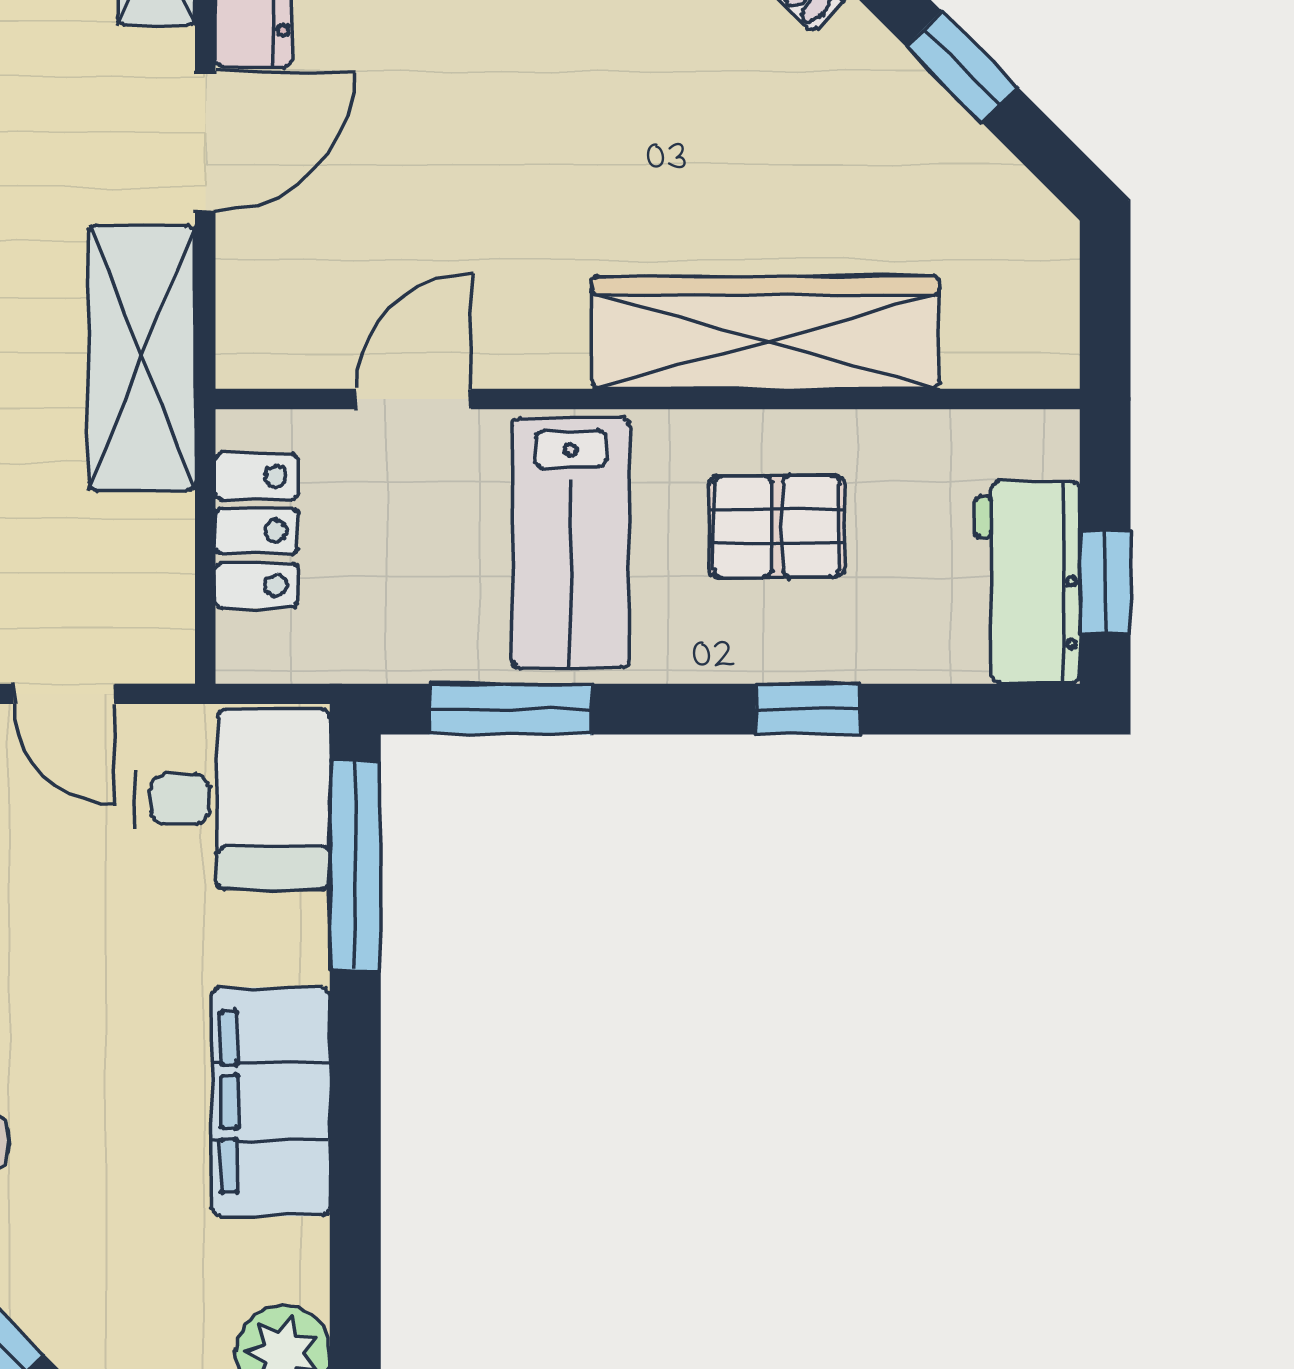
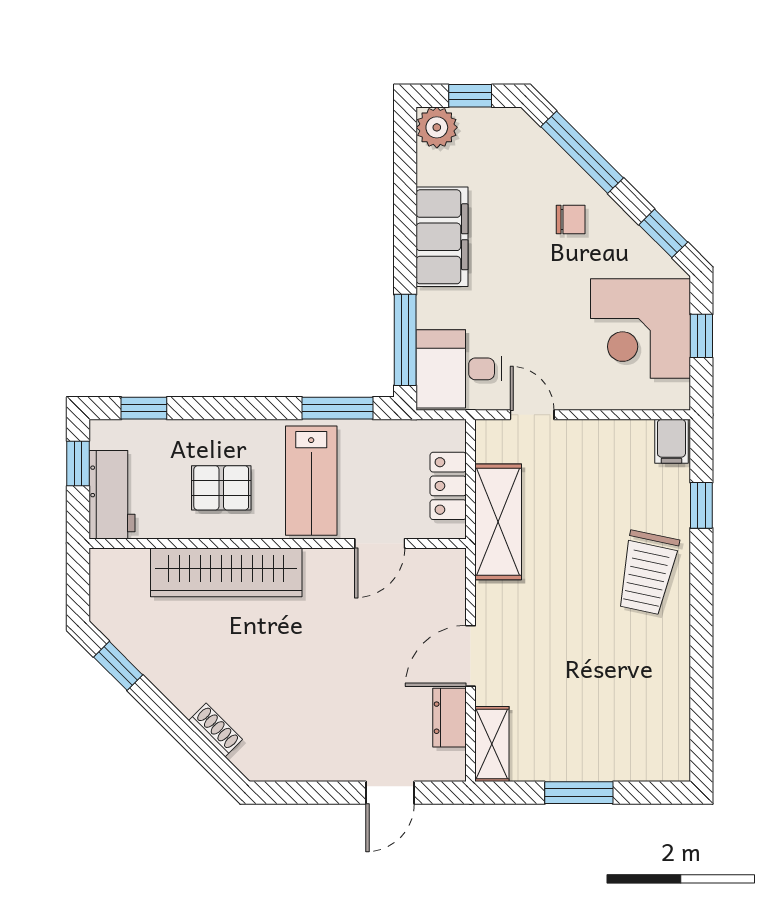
window: (962, 67) -> (118, 666), moved
shelving: (142, 358) -> (498, 522), moved
lab bench: (571, 543) -> (311, 481), turned 180
workbench: (1027, 582) -> (112, 495), moved
window: (808, 709) -> (144, 408), moved

